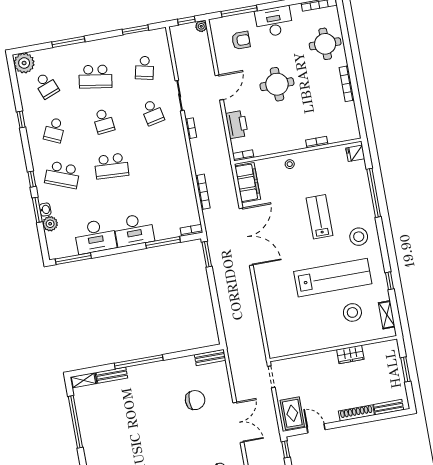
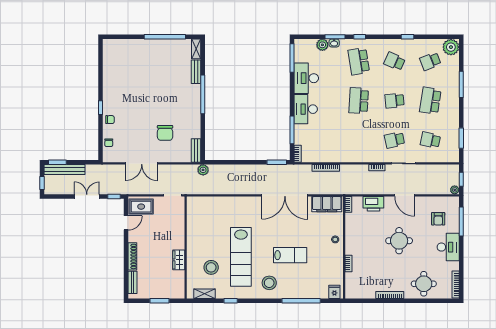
school desk: (62, 175) -> (359, 61), turned -30
plant: (233, 344) -> (203, 170), added

